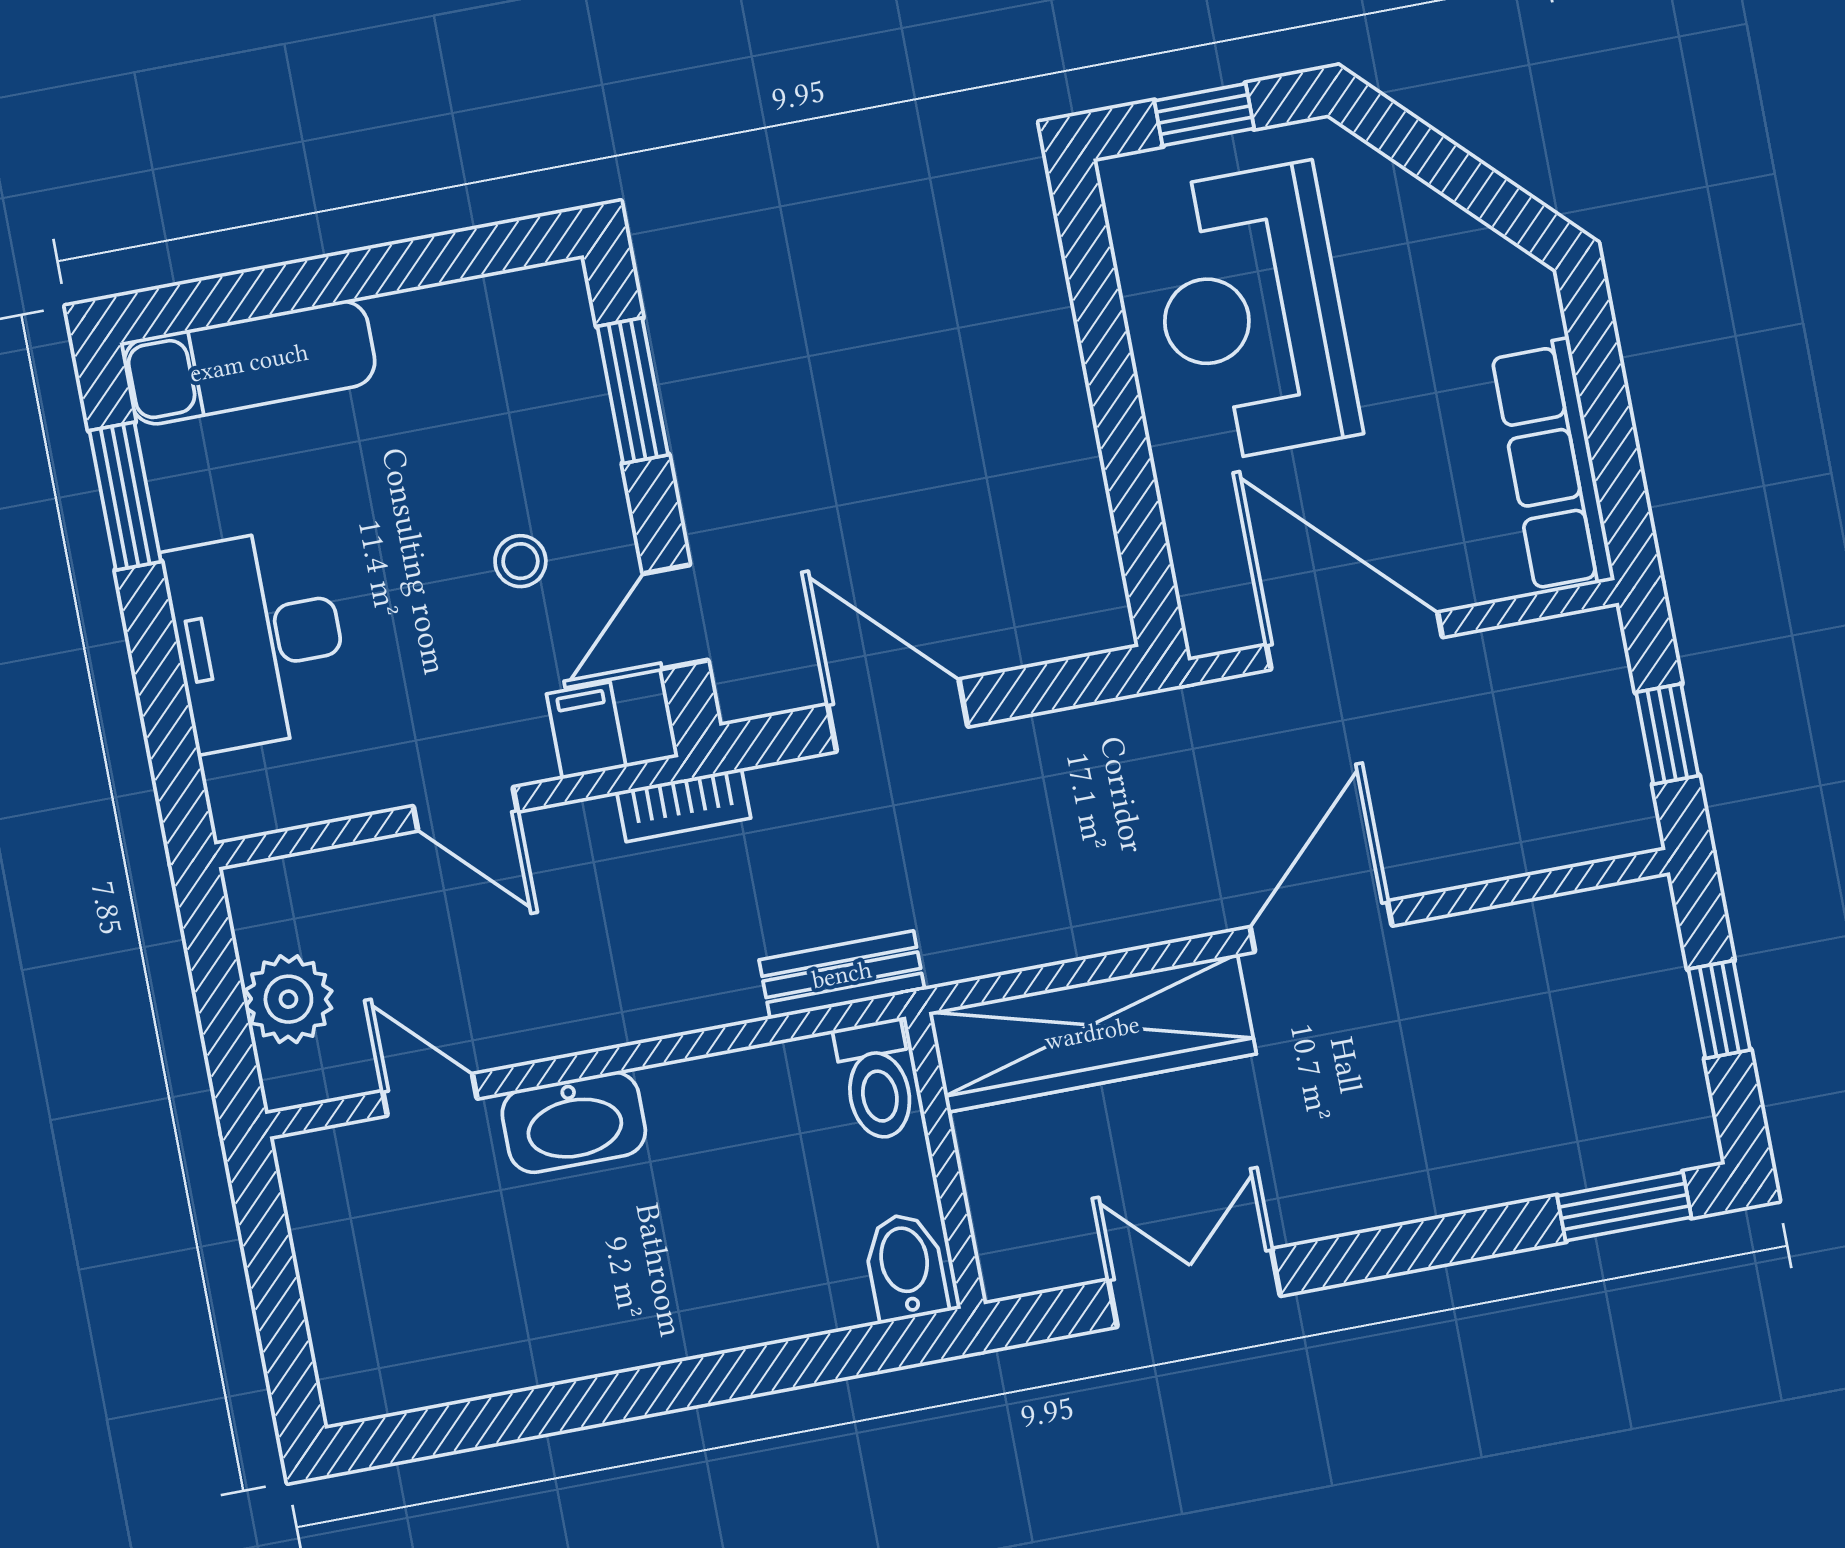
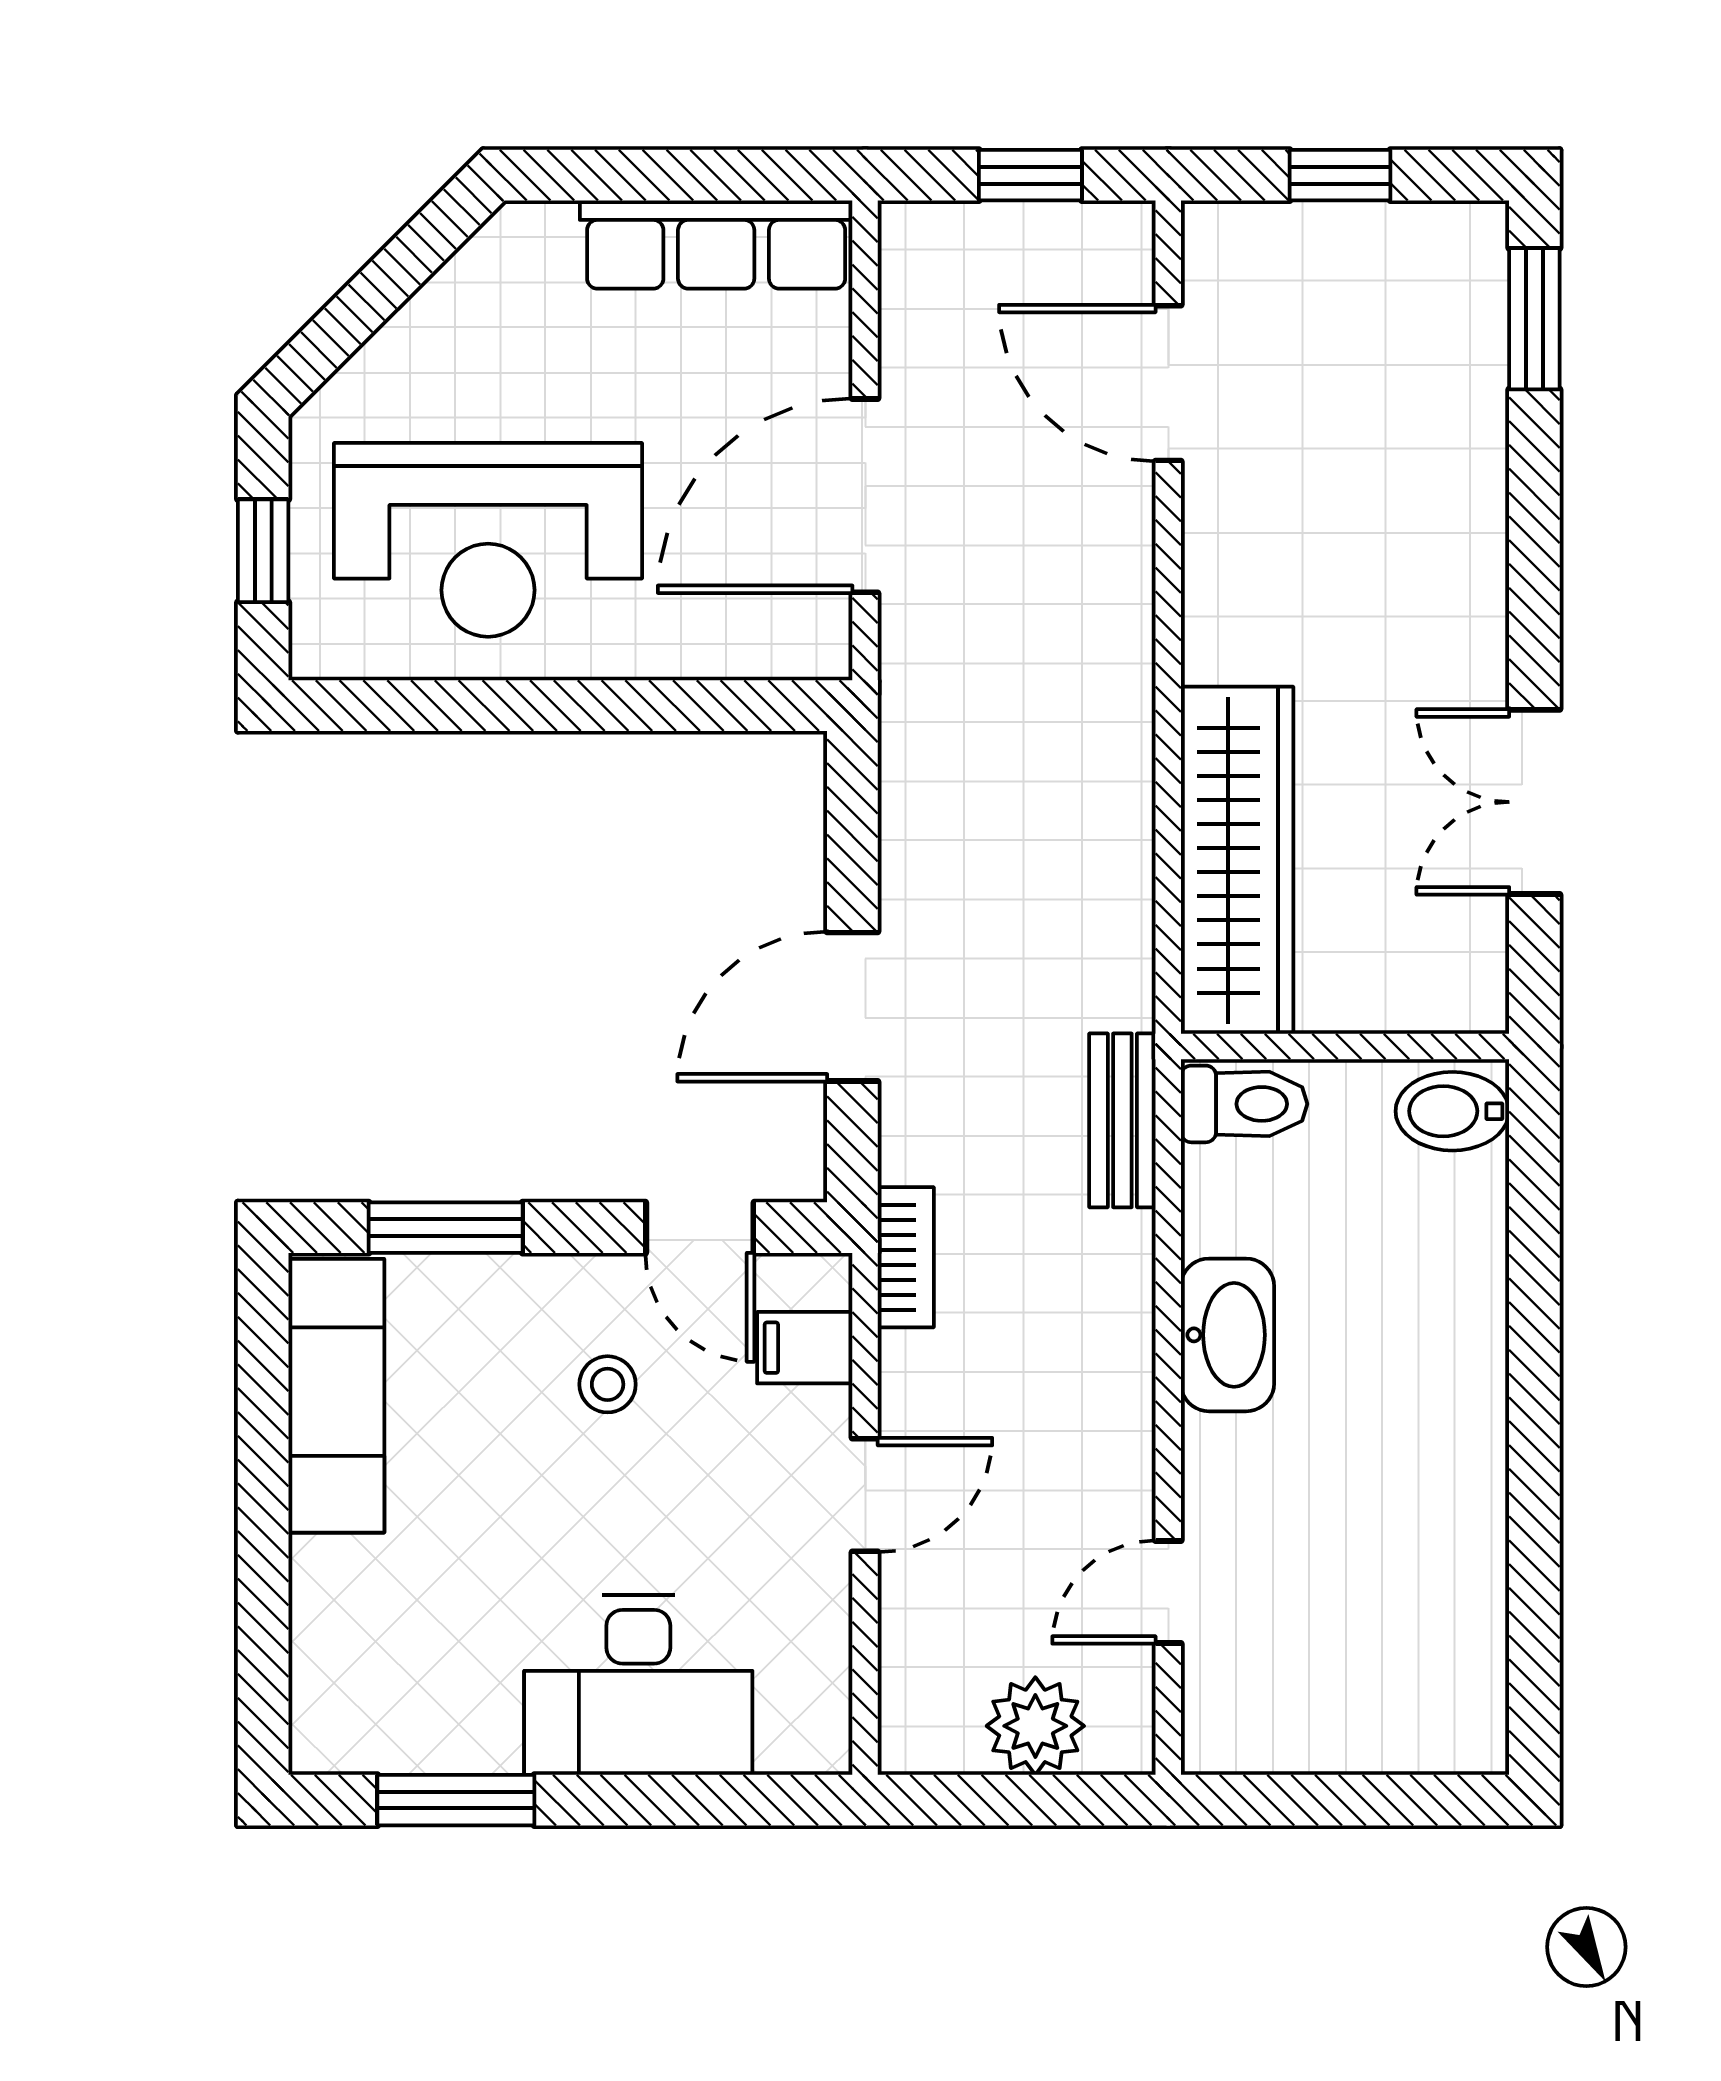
exam couch: (249, 363) -> (336, 1396), moved
door: (1321, 926) -> (1168, 383), moved
washbasin: (574, 1122) -> (1227, 1335), moved

